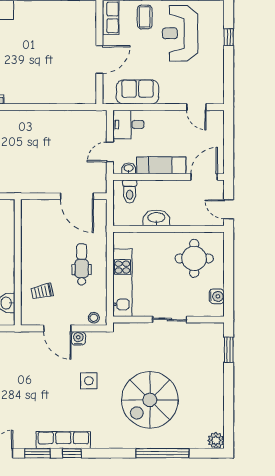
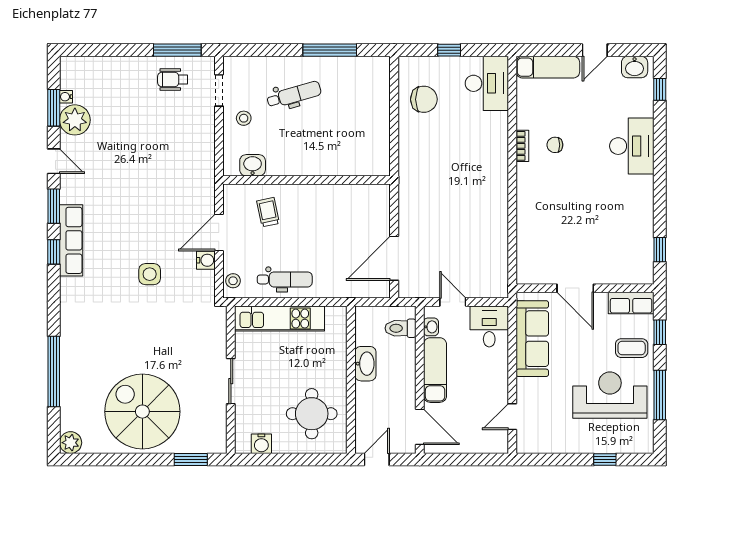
sofa: (137, 92) -> (532, 339), width x1.36
dental chair: (82, 264) -> (285, 279), moved
spiral stairs: (150, 400) -> (142, 412), moved

